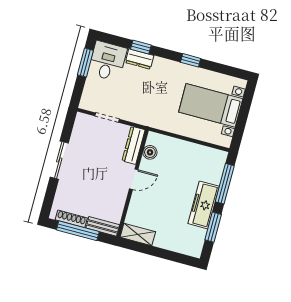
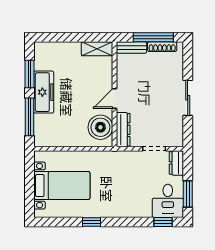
window: (141, 47) -> (163, 222), moved
dresser: (140, 59) -> (176, 163), moved, turned -90
boiler: (150, 152) -> (100, 127), width x1.86, depth x1.86

